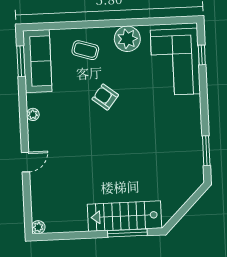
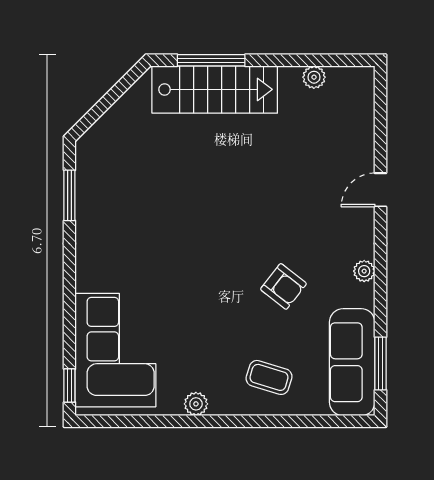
plant: (127, 39) -> (196, 404), width x0.53, depth x0.53
window: (202, 55) -> (69, 386), moved
armchair: (105, 97) -> (283, 286), moved
plant: (38, 227) -> (314, 77), moved

